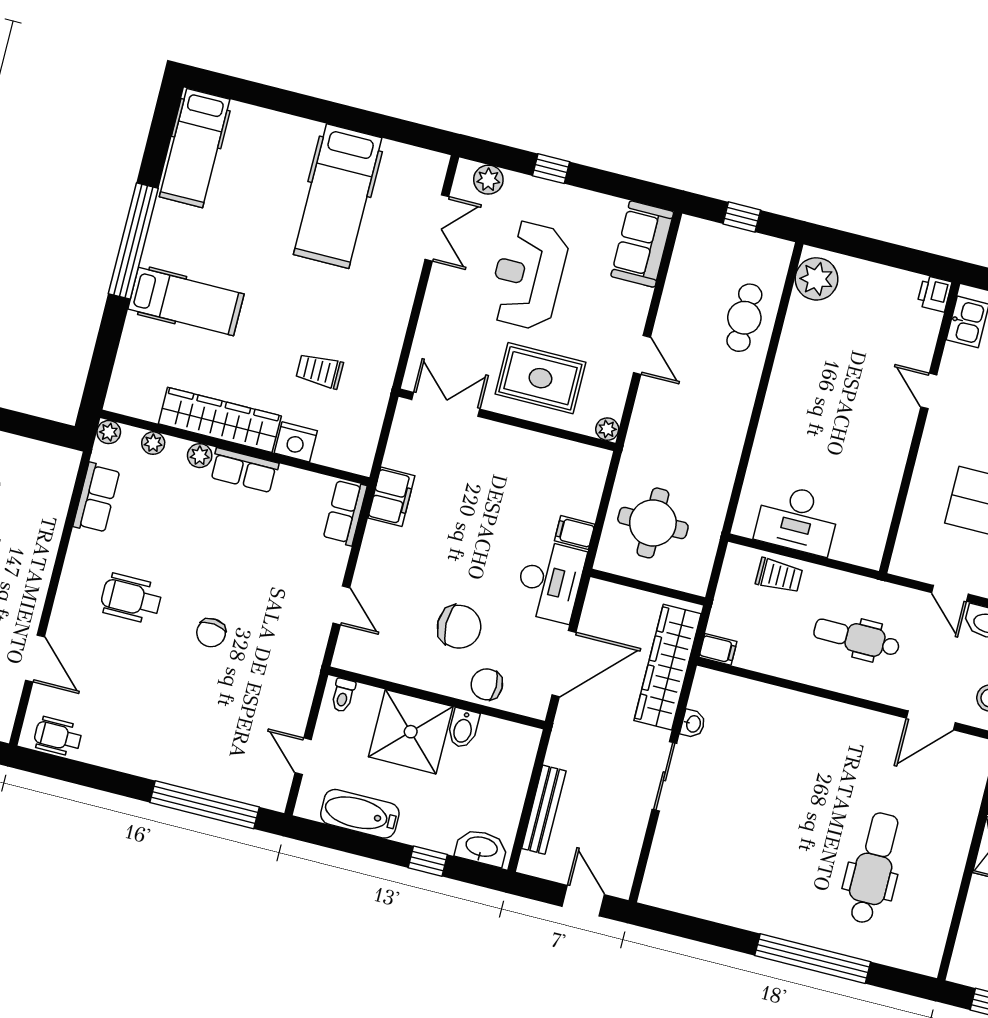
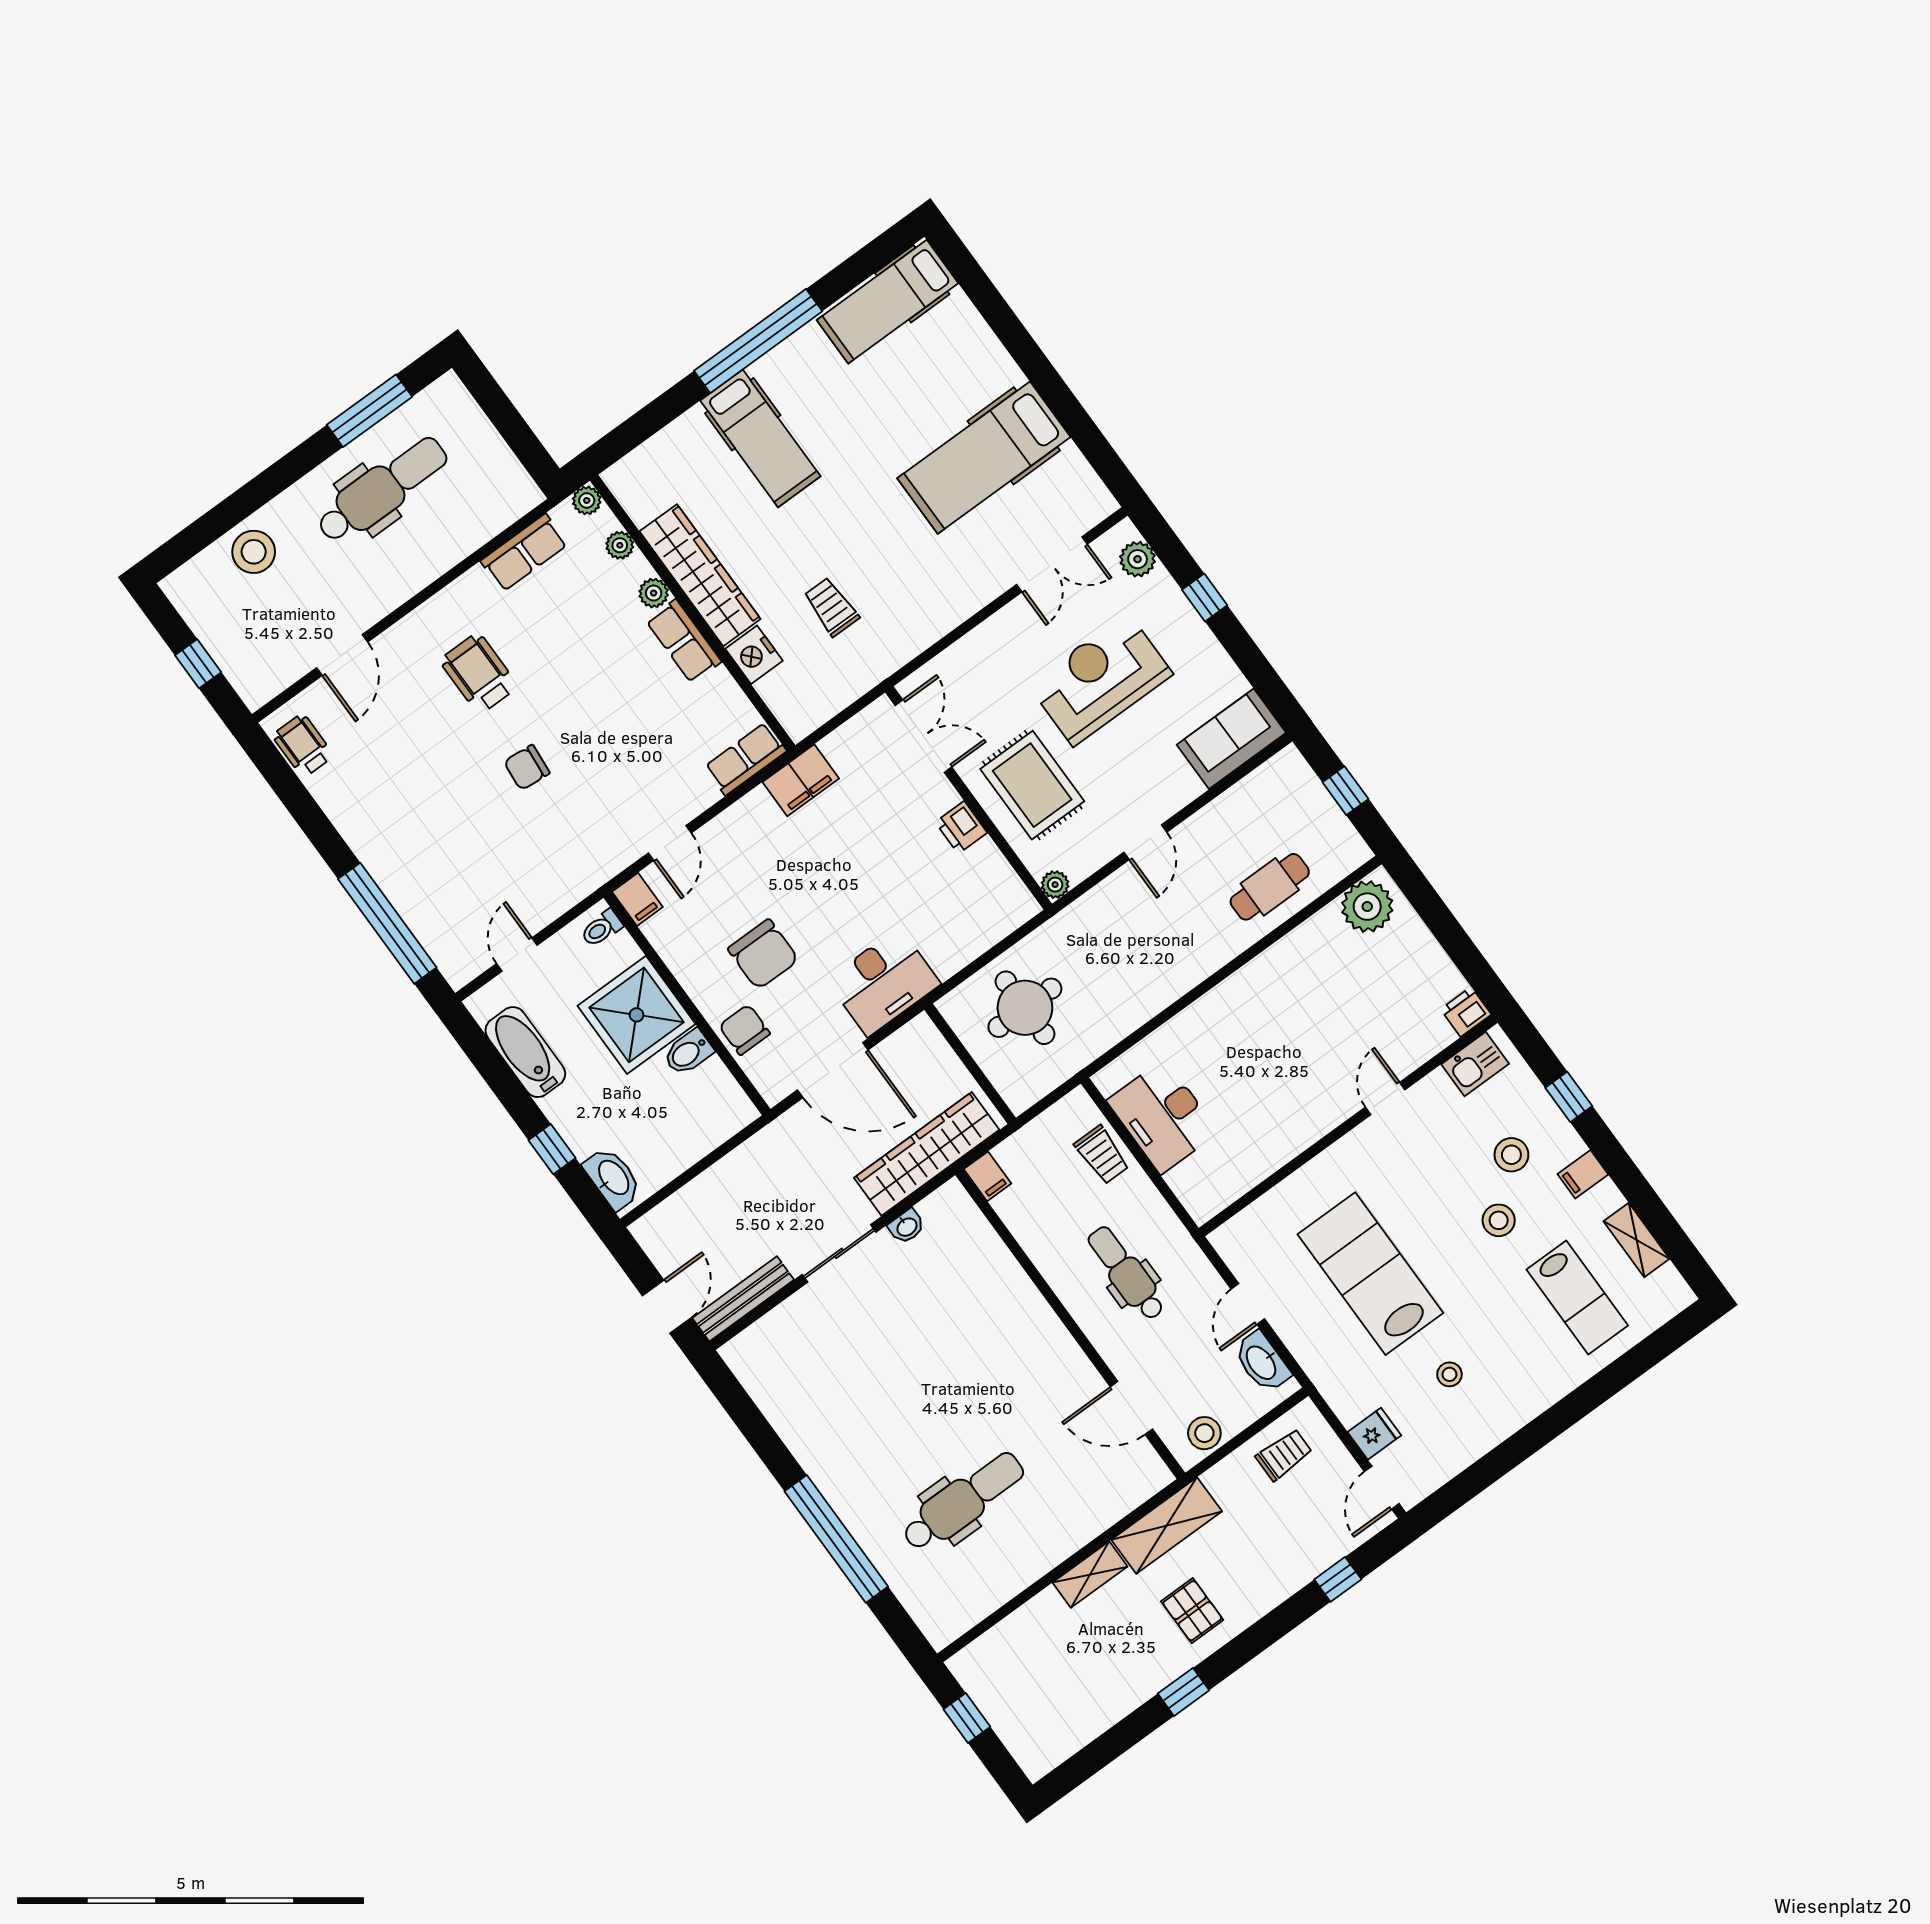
printer: (518, 442) -> (961, 827), added
filing cabinet: (575, 533) -> (637, 899), moved, turned 180
bench: (544, 810) -> (743, 1299), moved

